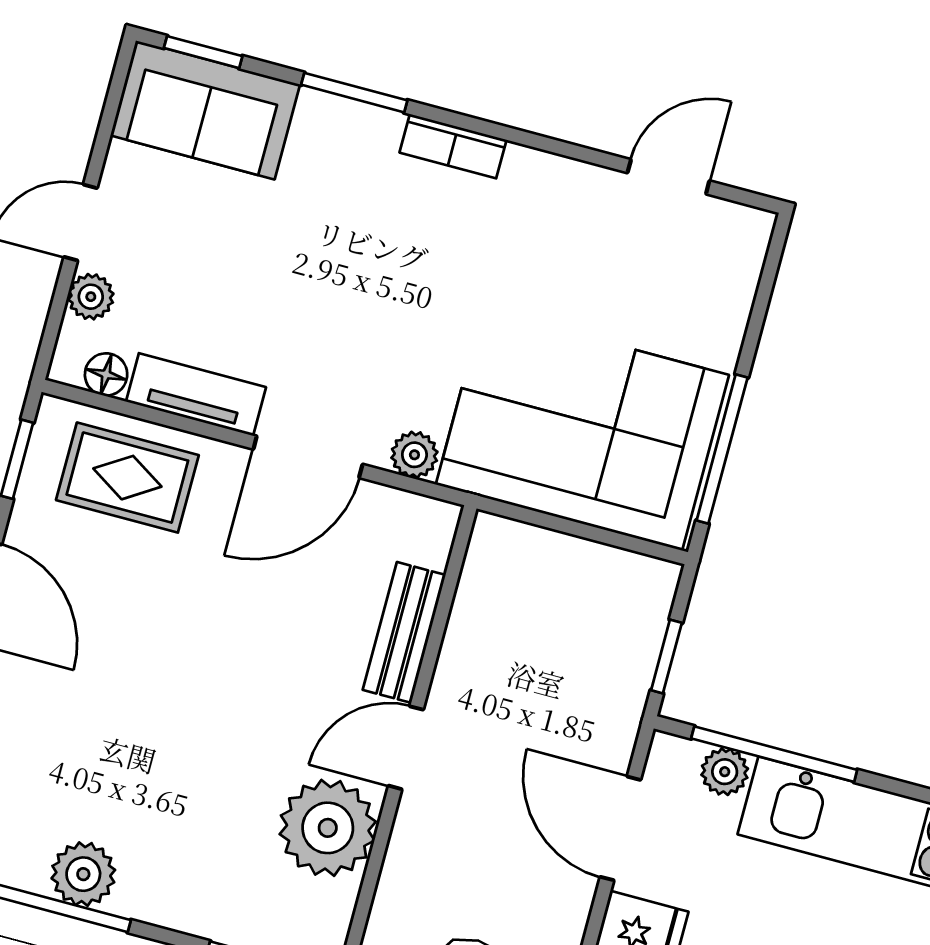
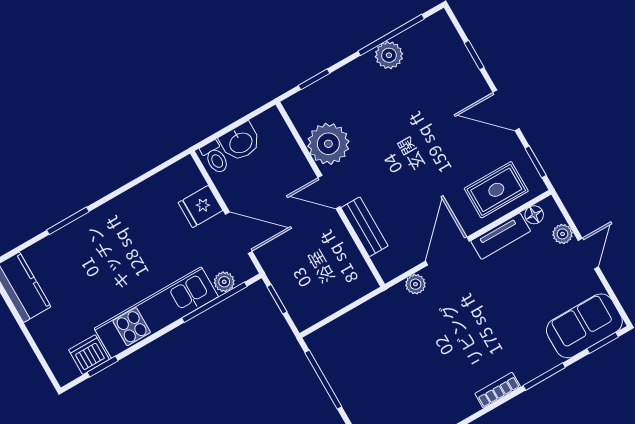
corner sofa: (582, 430) -> (372, 343), removed
door: (406, 748) -> (329, 192), swing flipped

